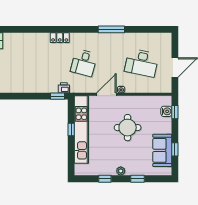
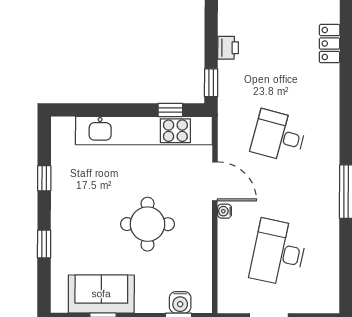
locker: (60, 38) -> (330, 44), moved
printer: (64, 88) -> (228, 48), moved
window: (71, 129) -> (170, 110), moved
plant: (121, 171) -> (60, 210), removed

